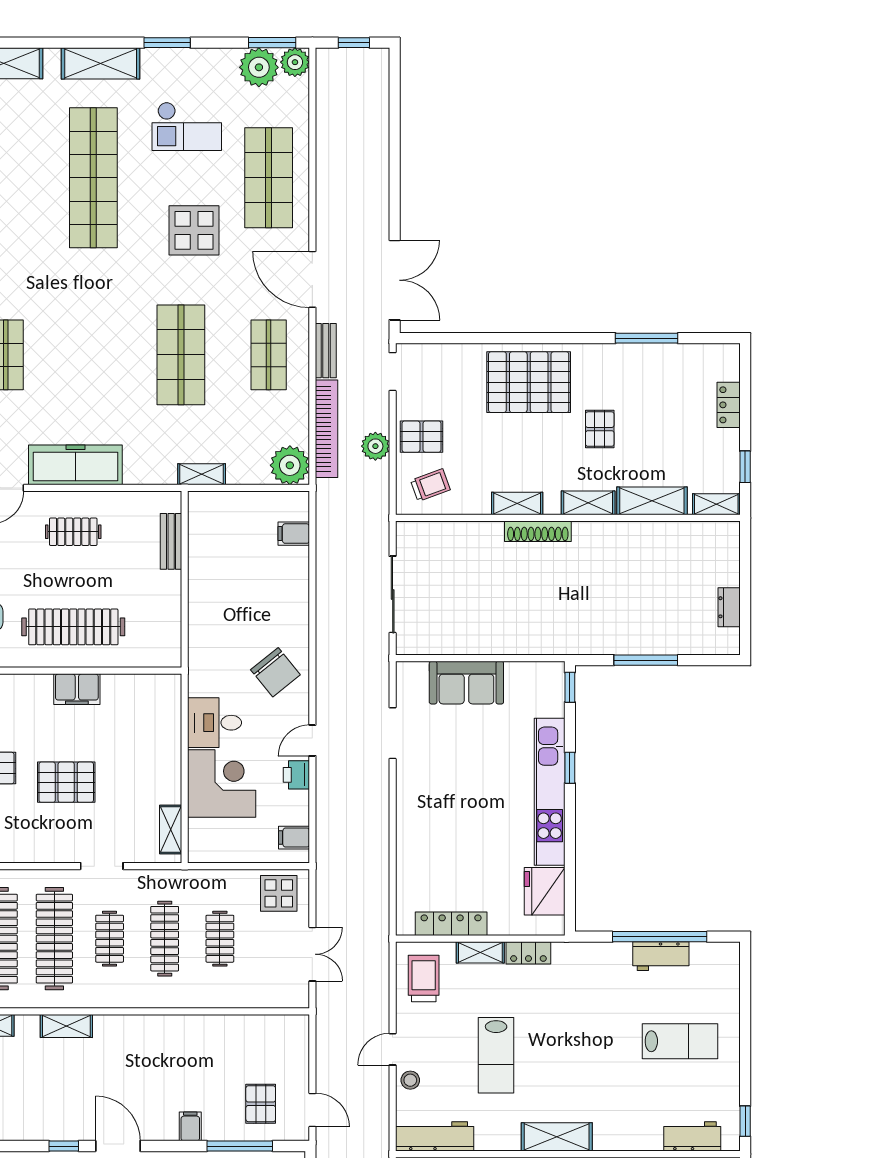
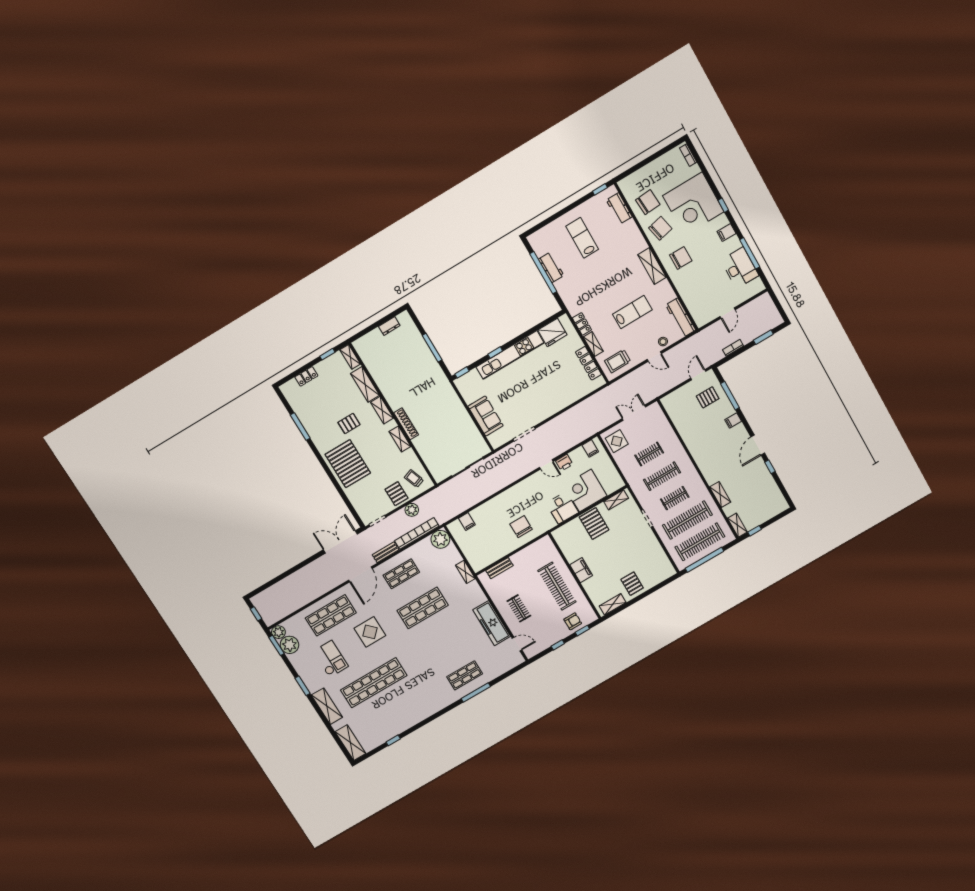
chair: (275, 672) -> (521, 527), moved, turned -51
pallet: (66, 782) -> (594, 524), moved

